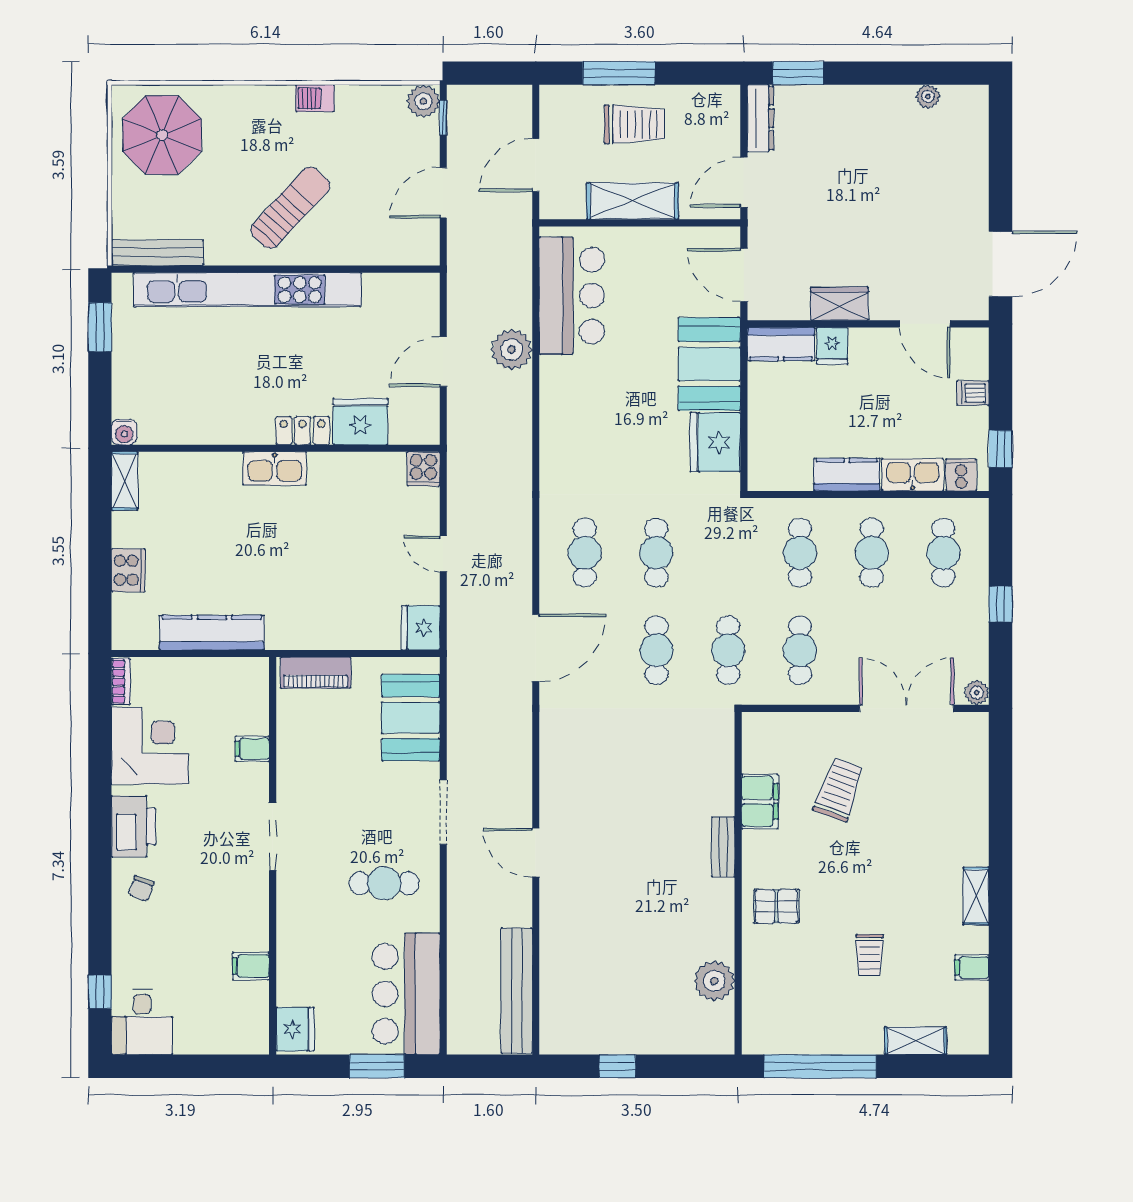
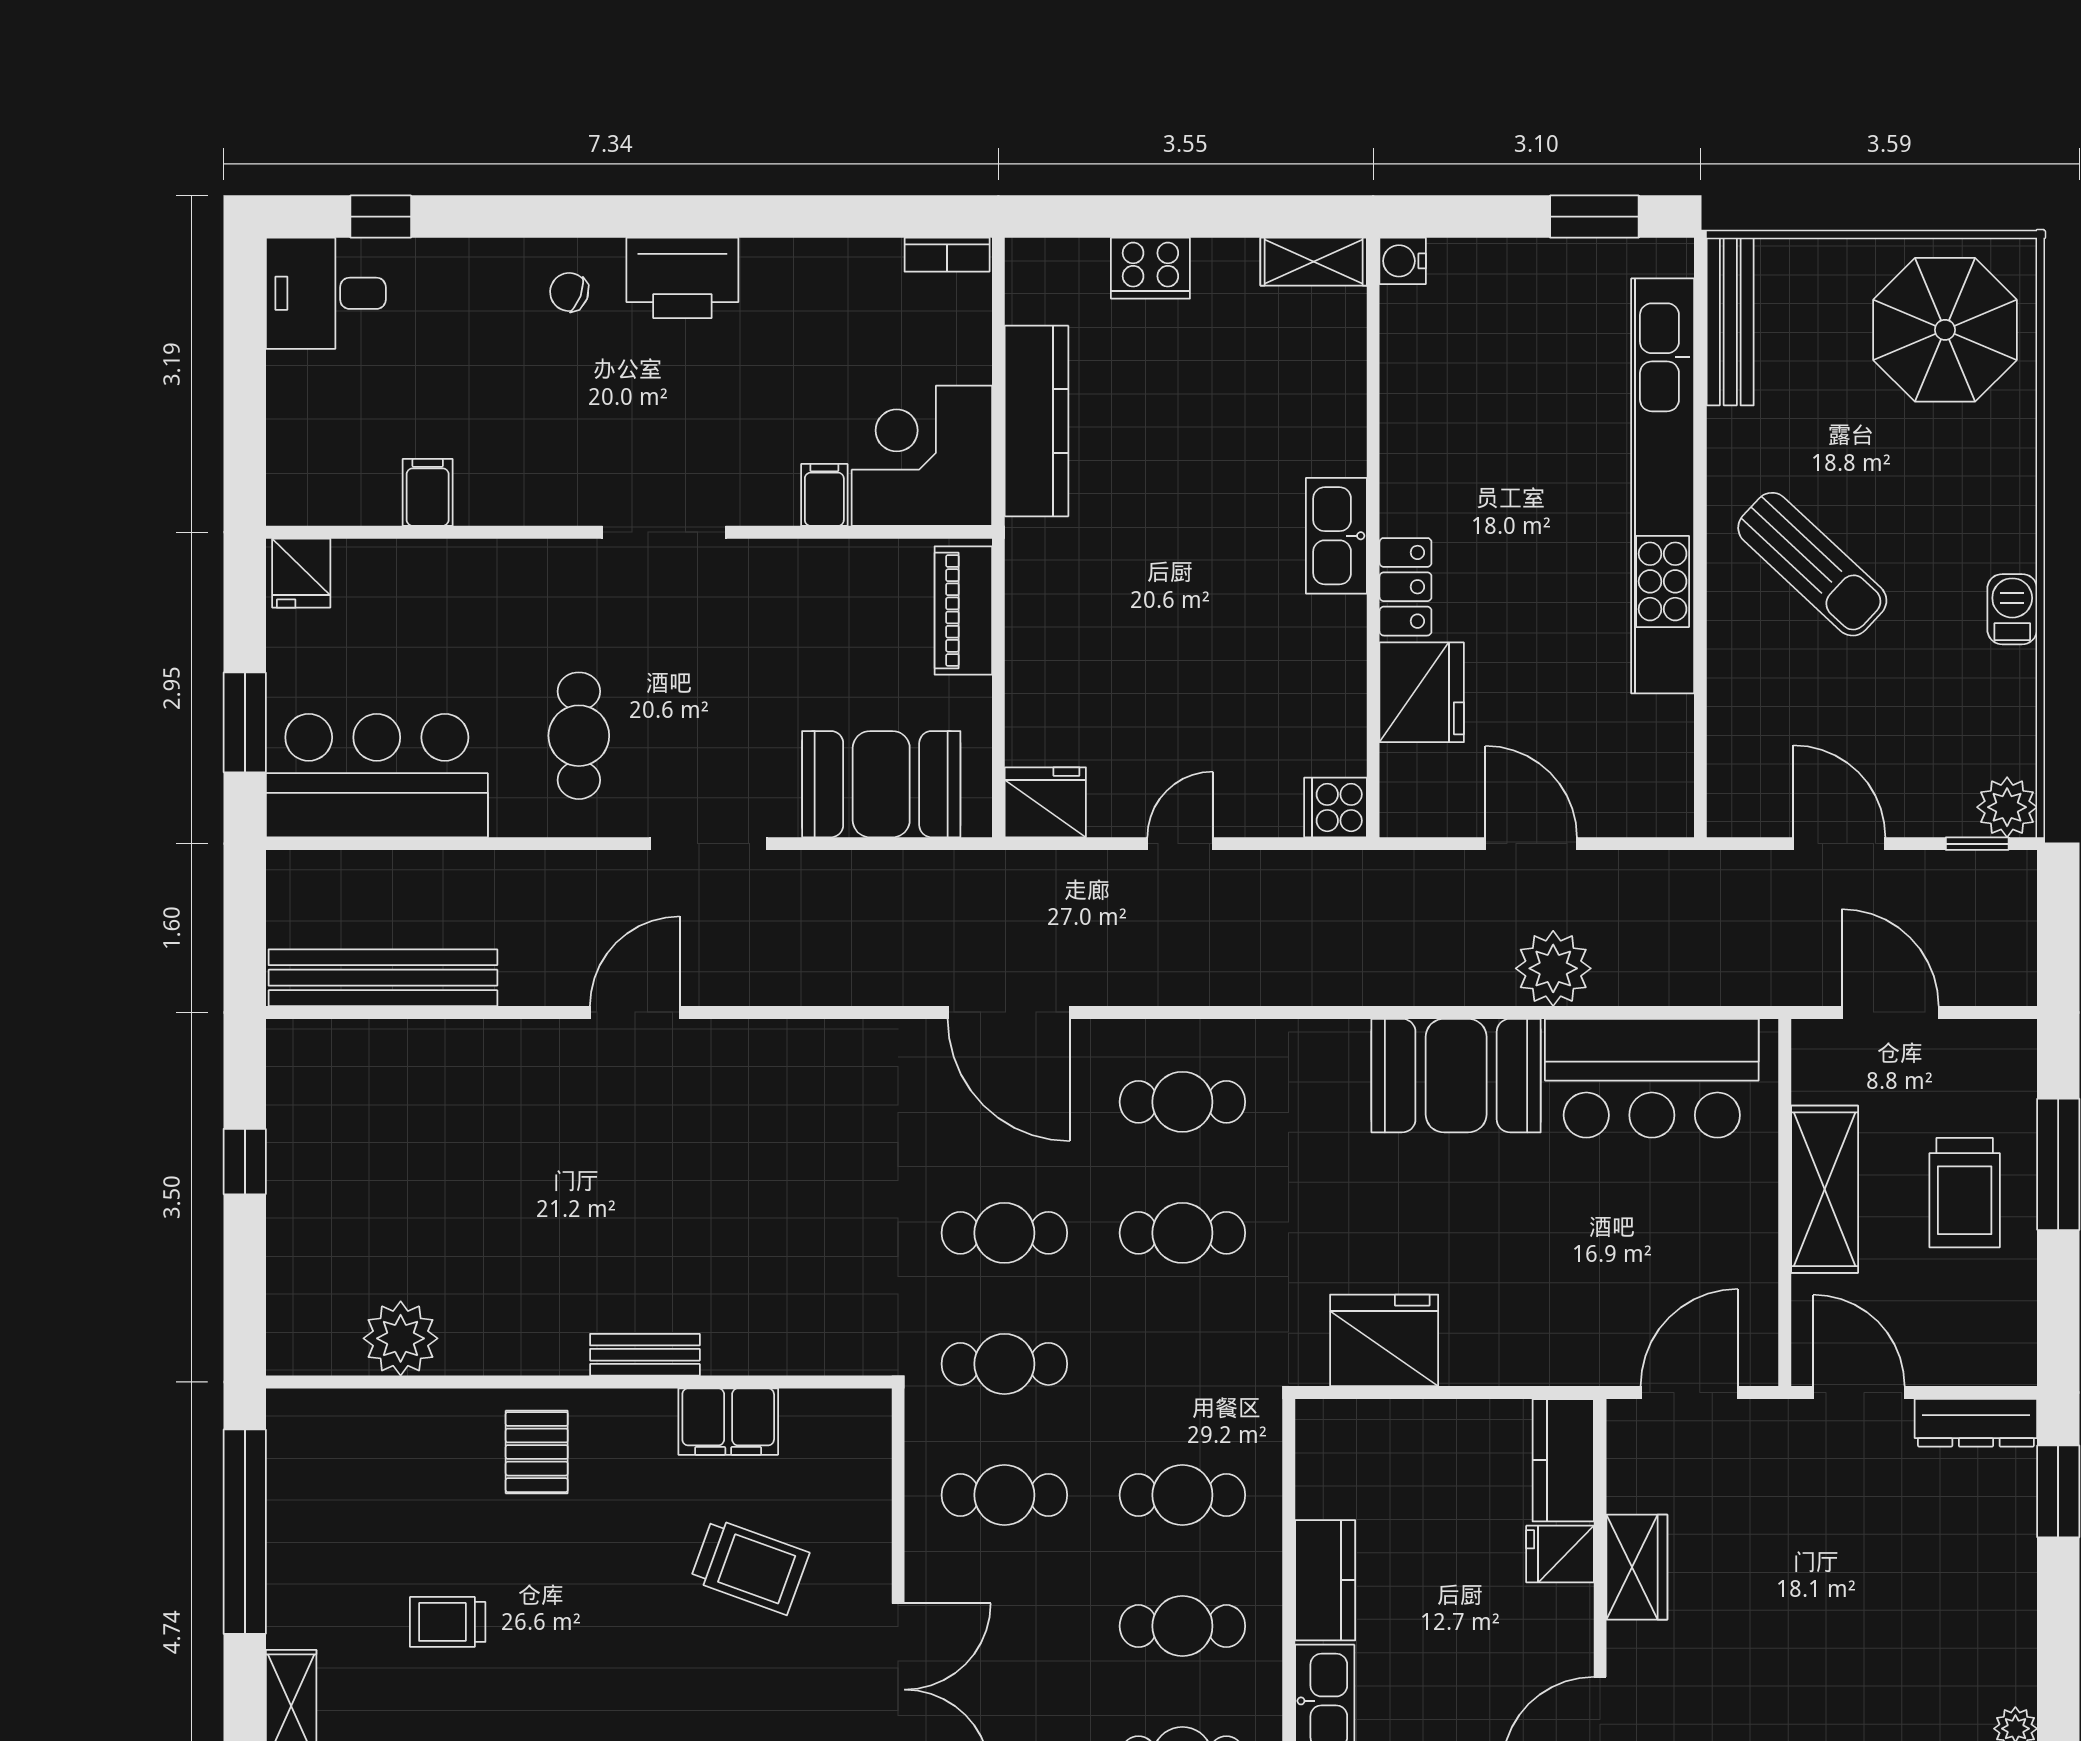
booth: (709, 364) -> (1456, 1076), moved
corner desk: (150, 746) -> (922, 456), moved, turned 180
fridge: (295, 1029) -> (301, 573), width x0.72

